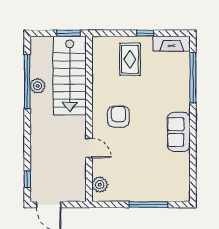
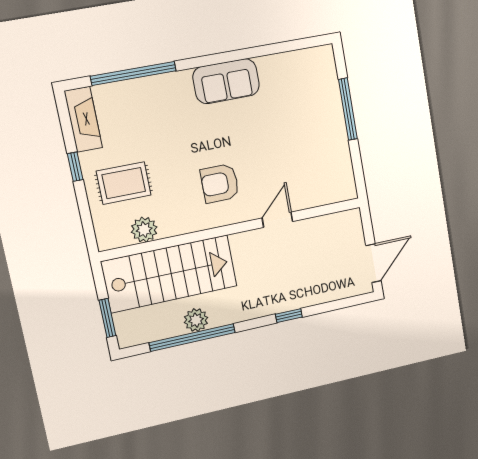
window: (69, 33) -> (107, 318), moved
window: (27, 179) -> (289, 316), moved
plant: (100, 185) -> (144, 230), moved

